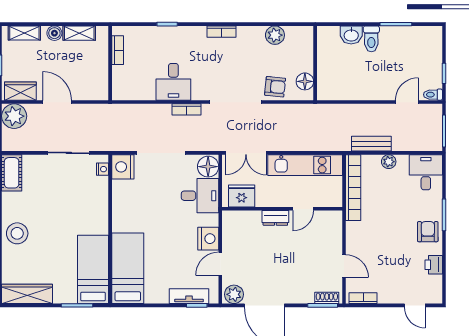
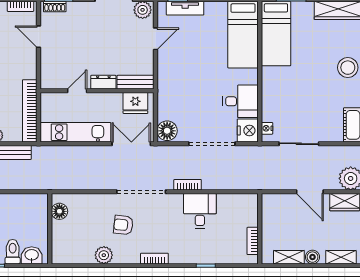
wall: (315, 63) -> (50, 229), moved
floor lamp: (305, 81) -> (59, 211), moved
armchair: (275, 87) -> (123, 225), moved
desk: (200, 196) -> (241, 101), moved, turned 180
bench: (241, 218) -> (136, 82), added
nightstand: (208, 239) -> (167, 63), removed

